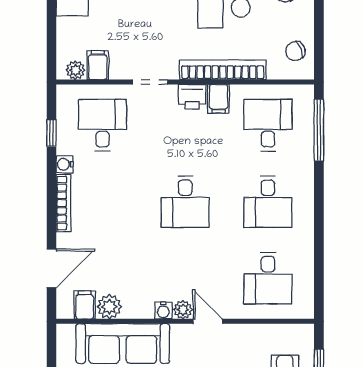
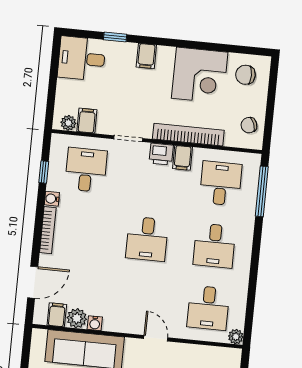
plant: (183, 310) -> (236, 337), moved
water cooler: (163, 311) -> (95, 323), moved

